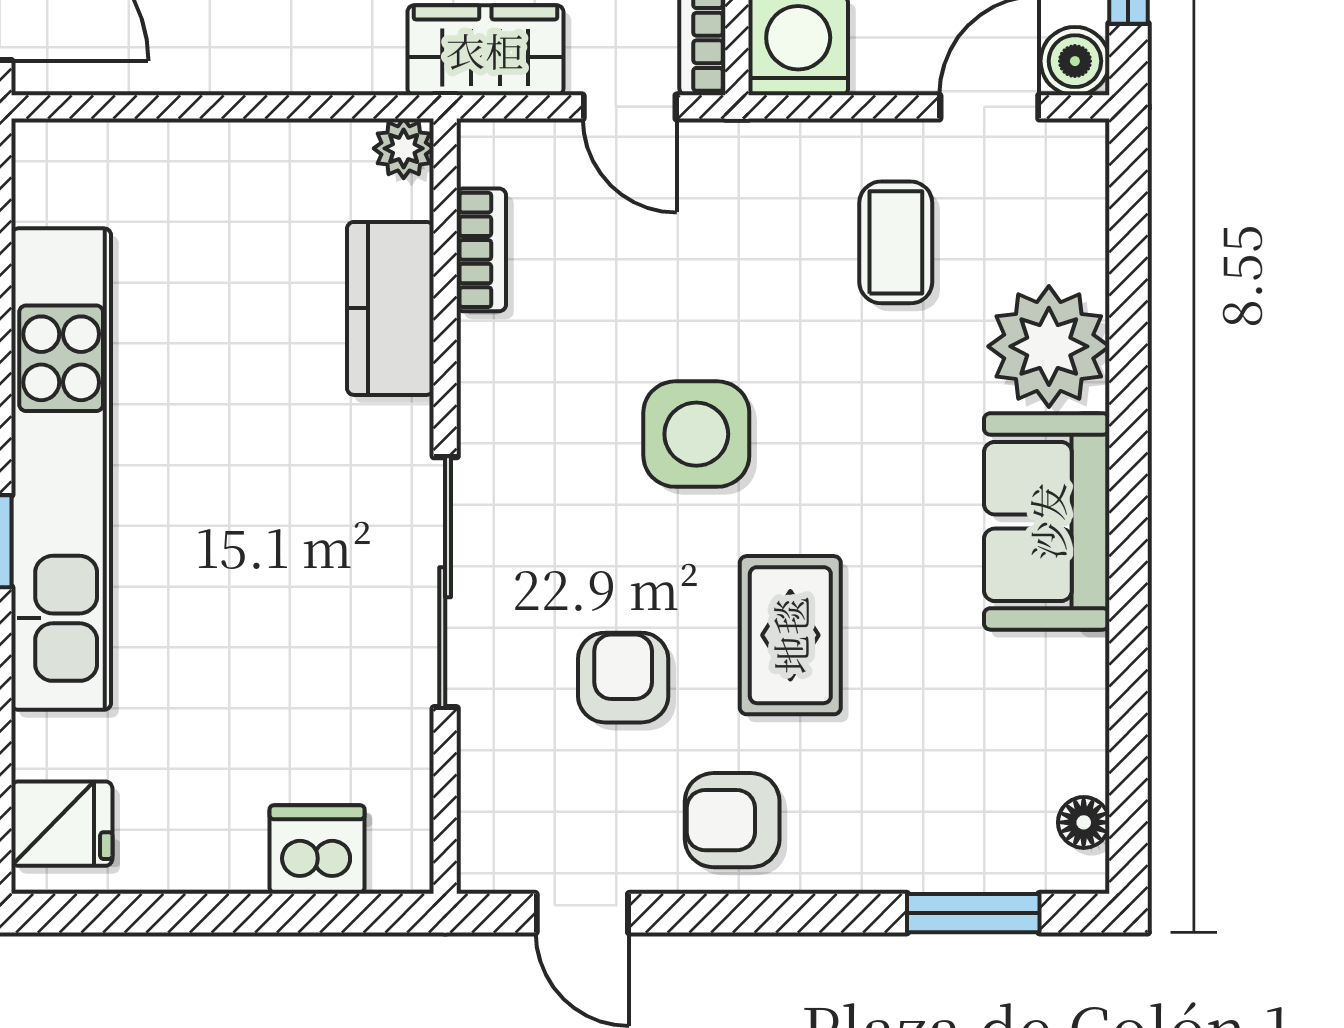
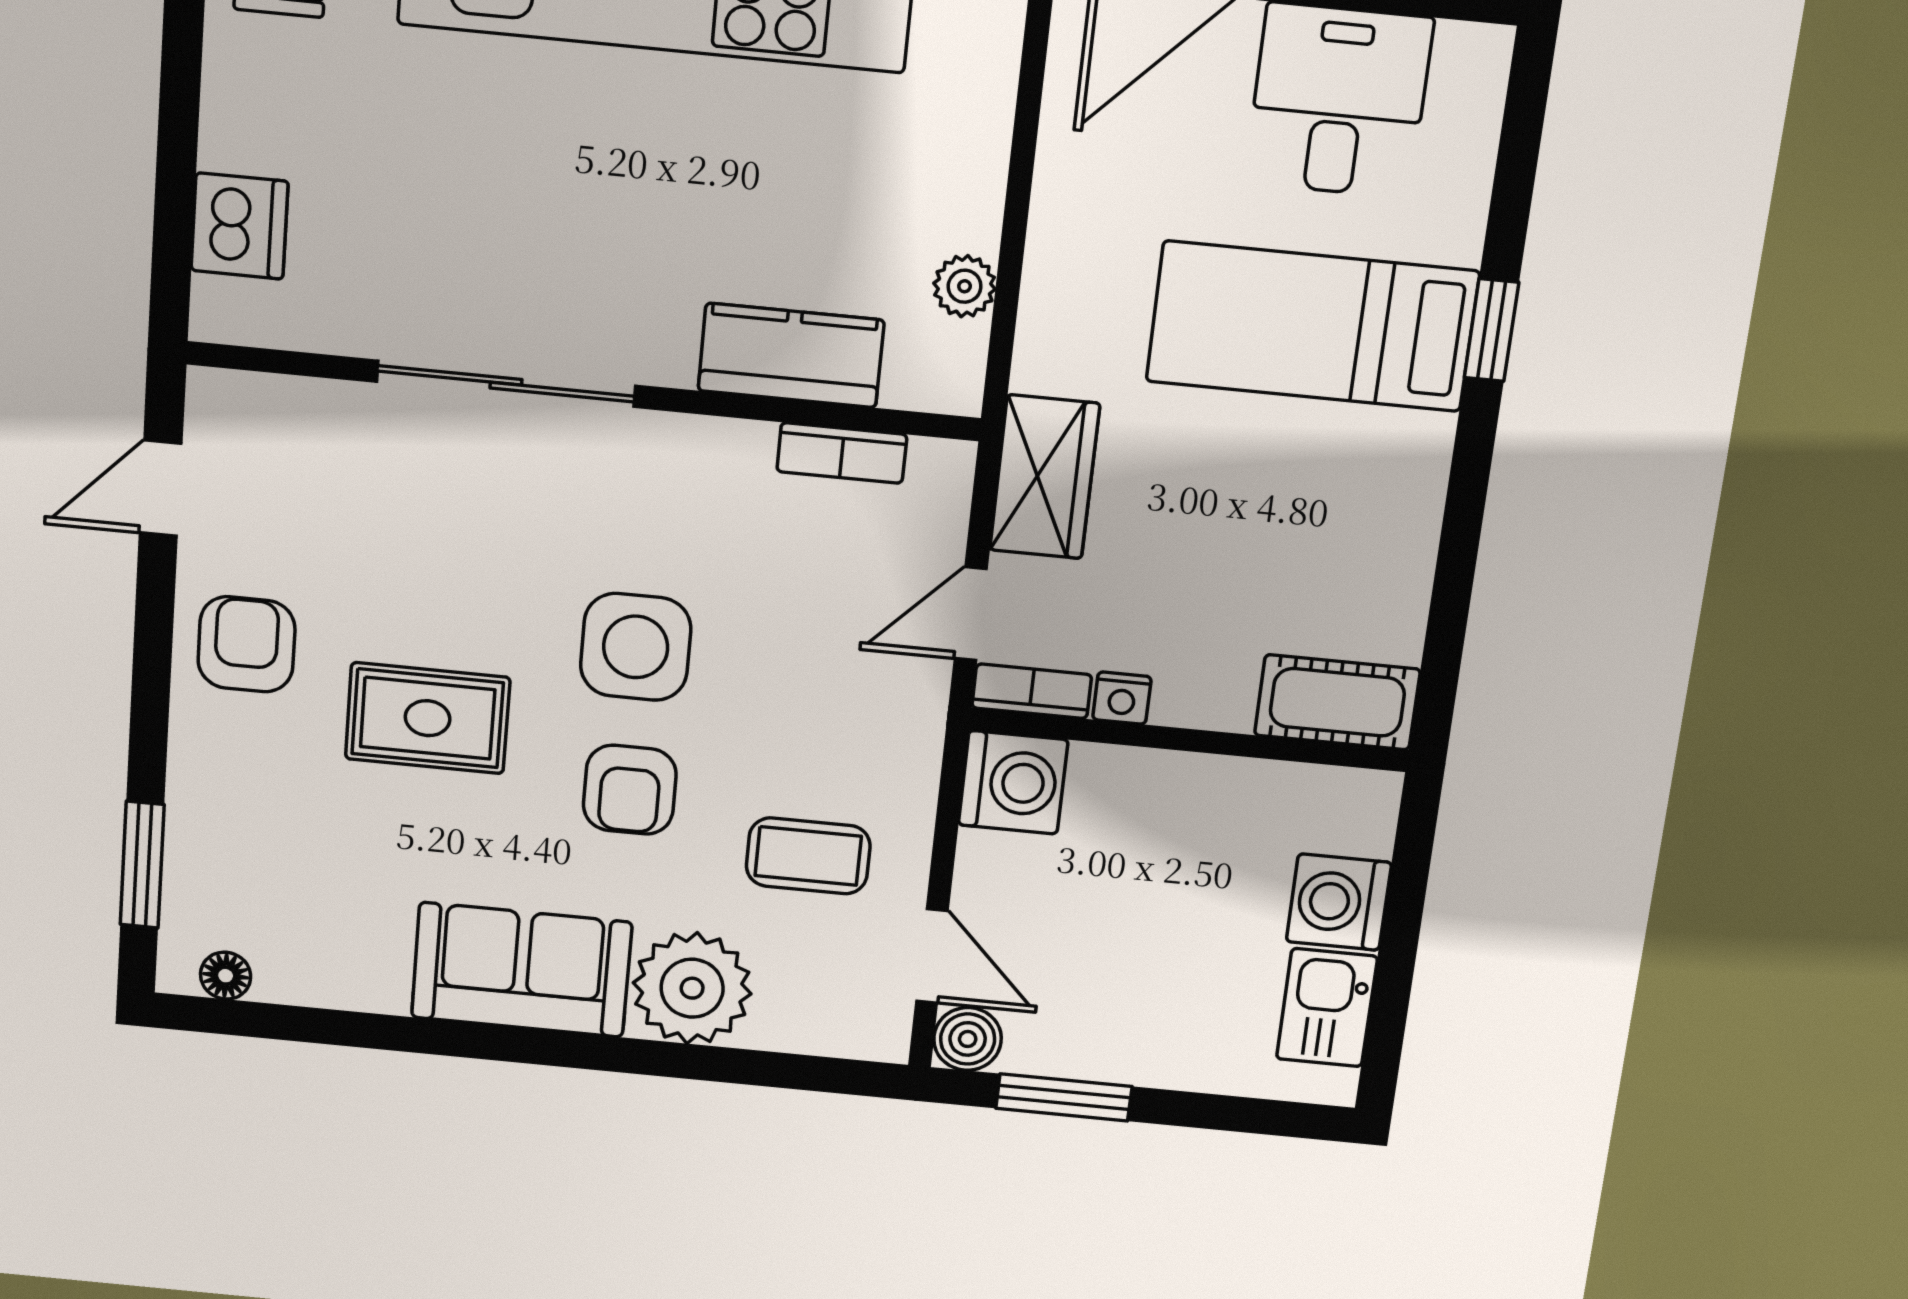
plant: (404, 148) -> (965, 286), moved
armchair: (623, 678) -> (630, 790), moved, turned 90

